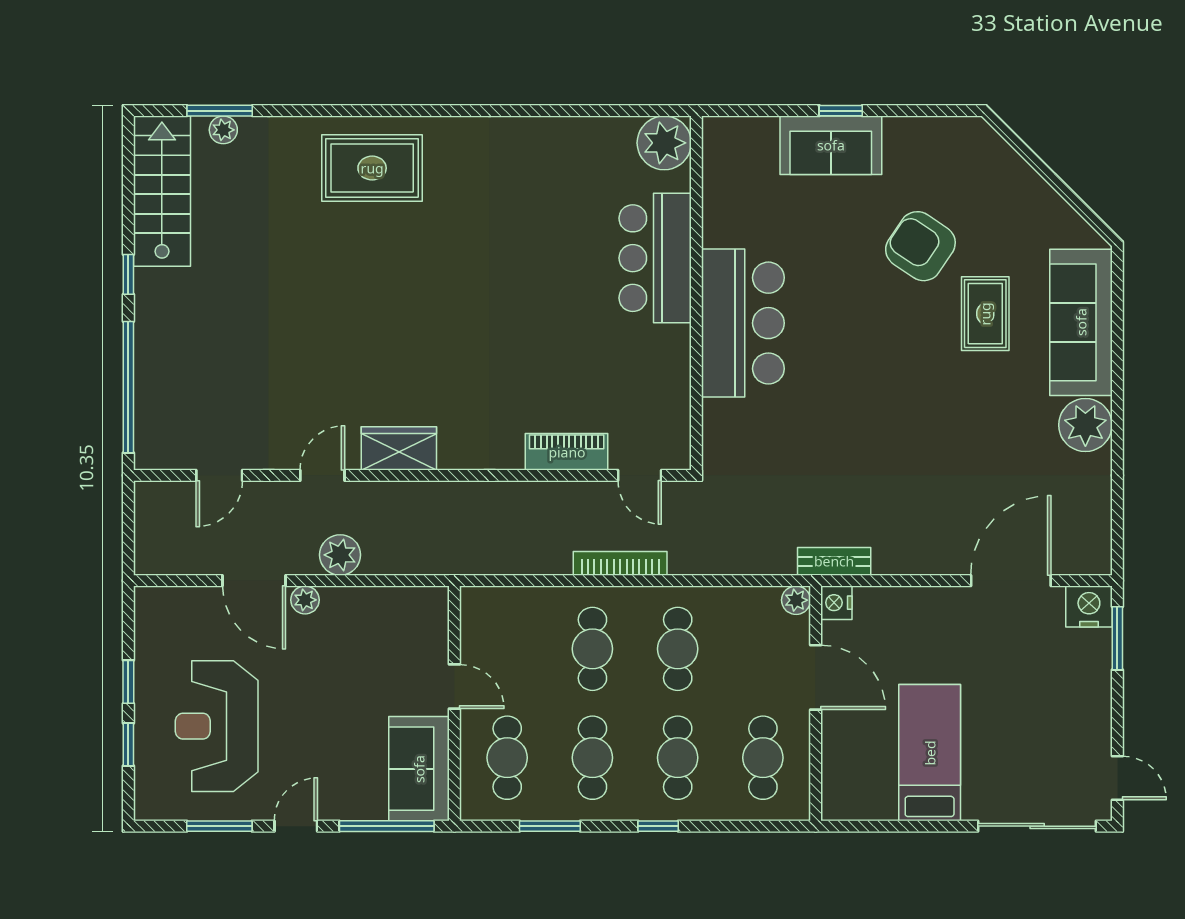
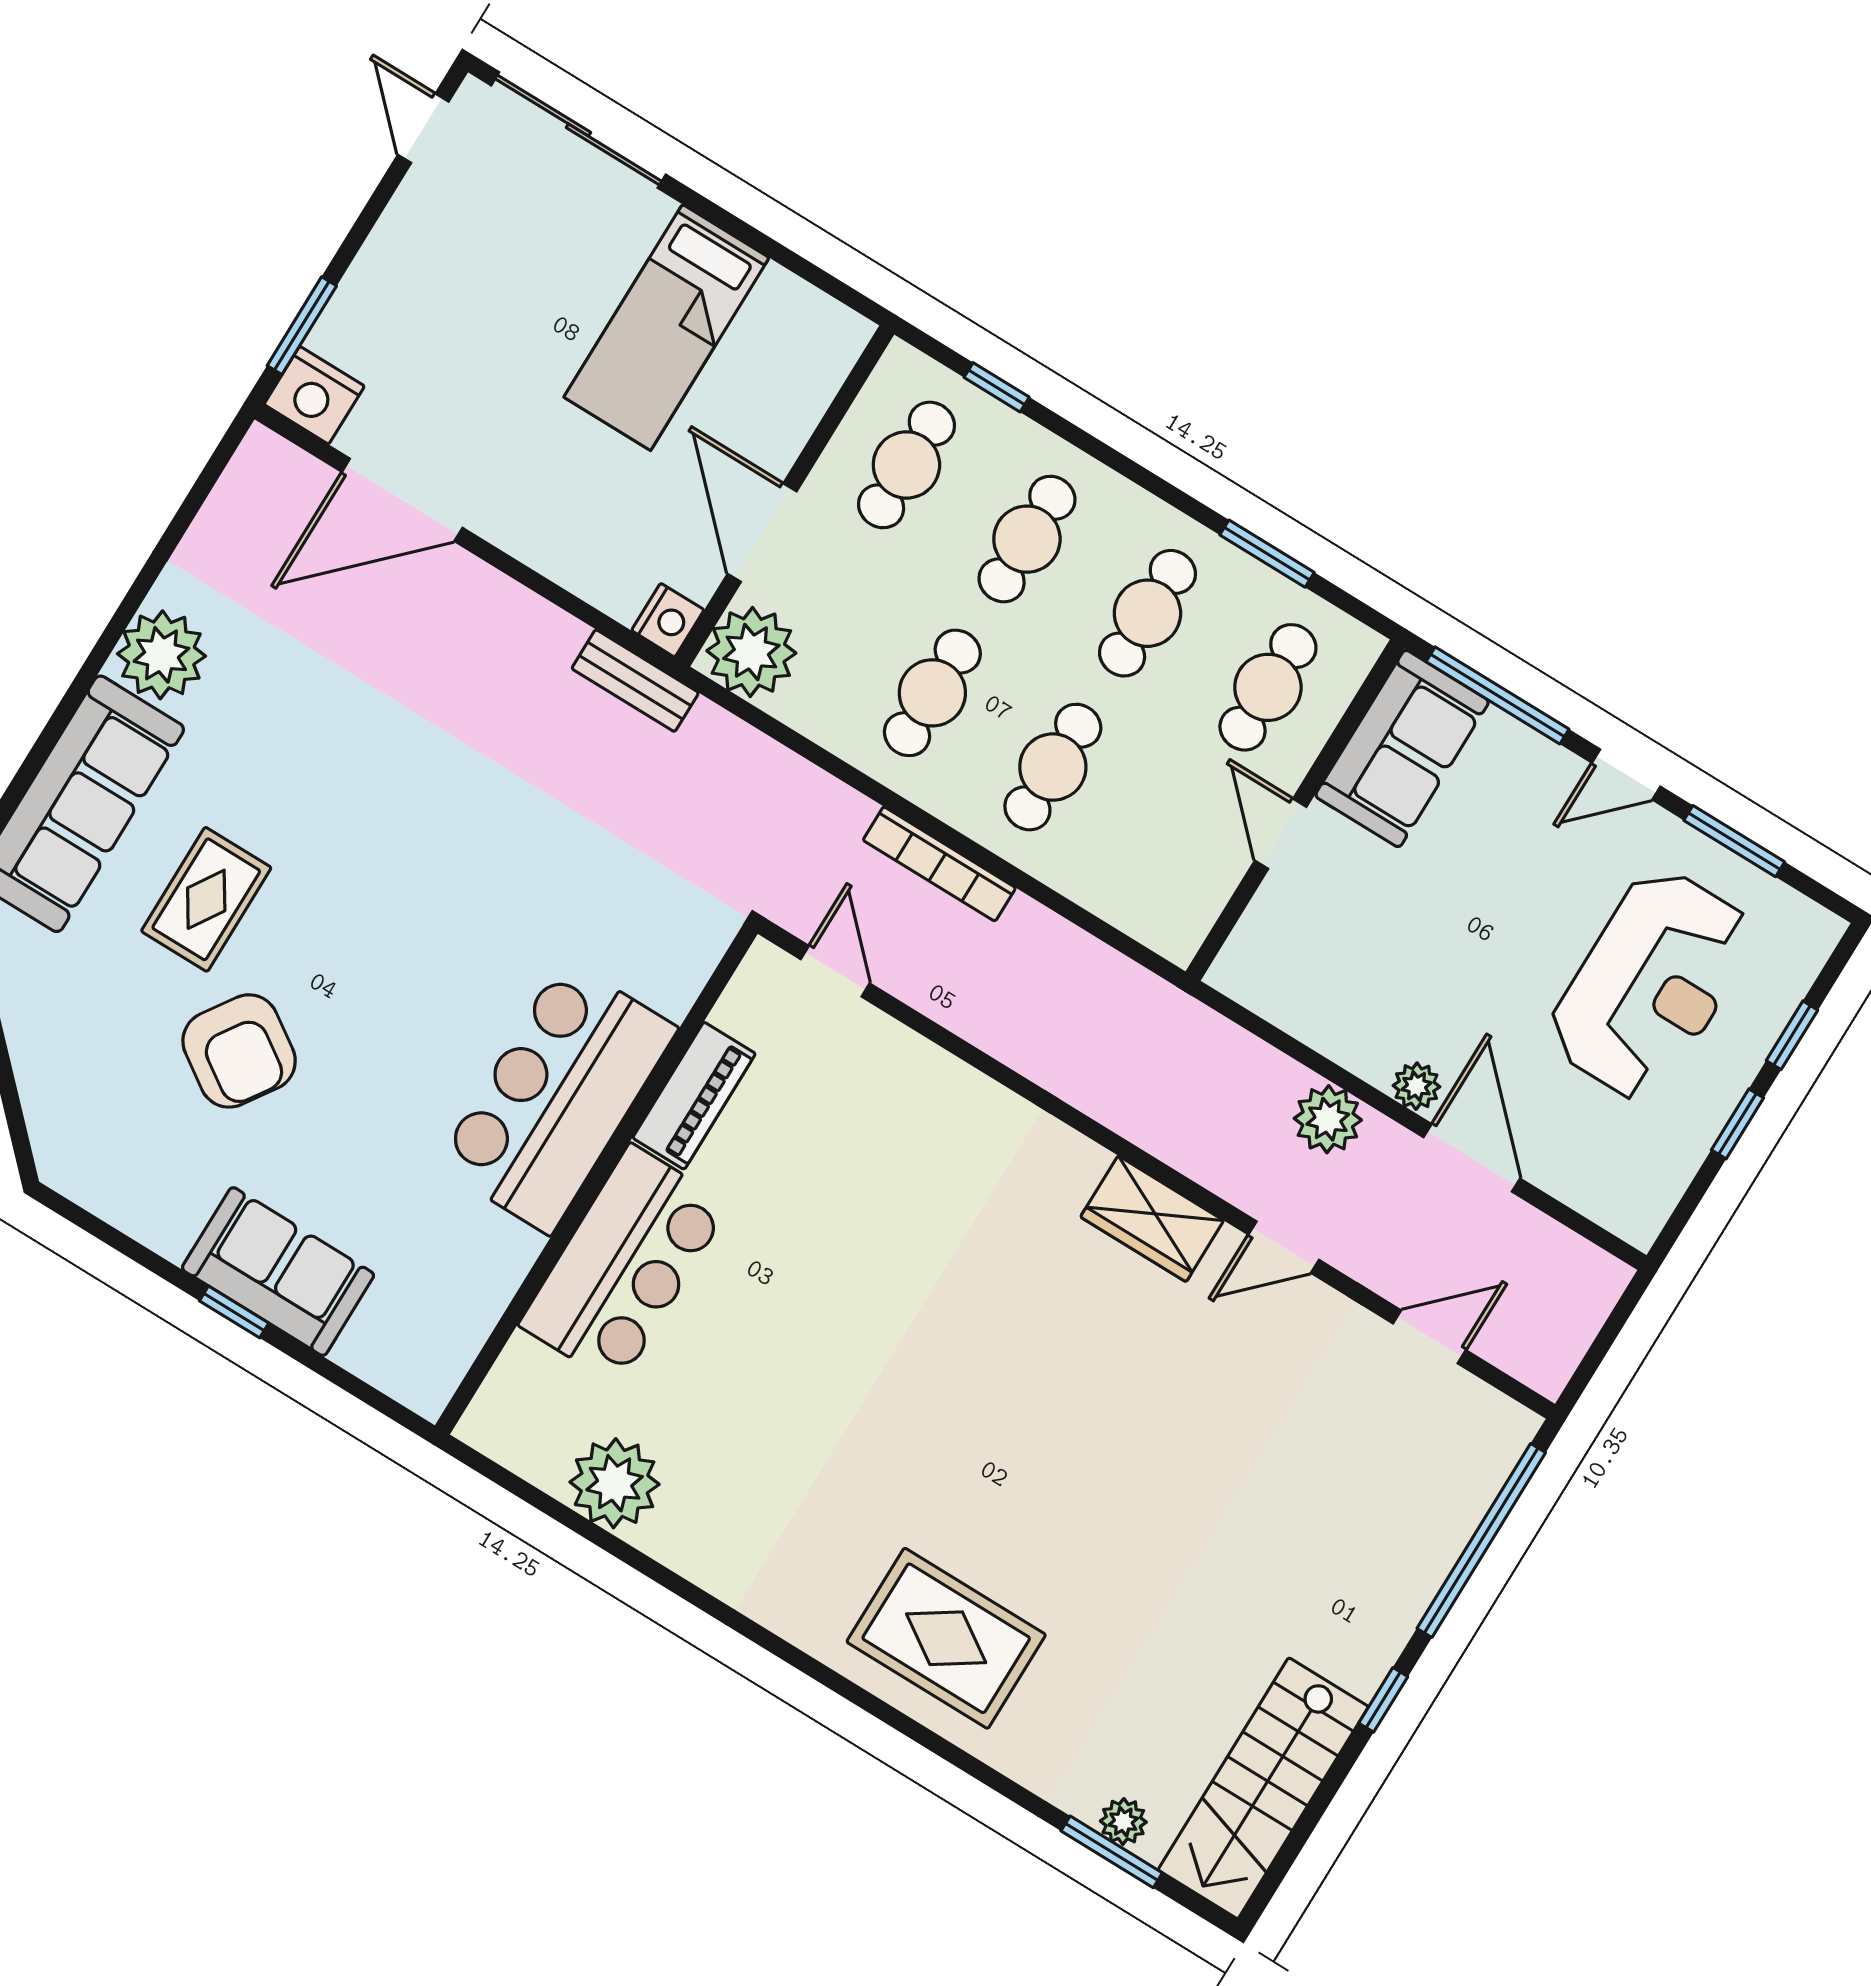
plant: (664, 143) -> (615, 1483), moved
piano: (567, 452) -> (694, 1096), moved, turned -90
plant: (796, 600) -> (751, 652), width x1.87, depth x1.87
window: (658, 826) -> (997, 387), moved

